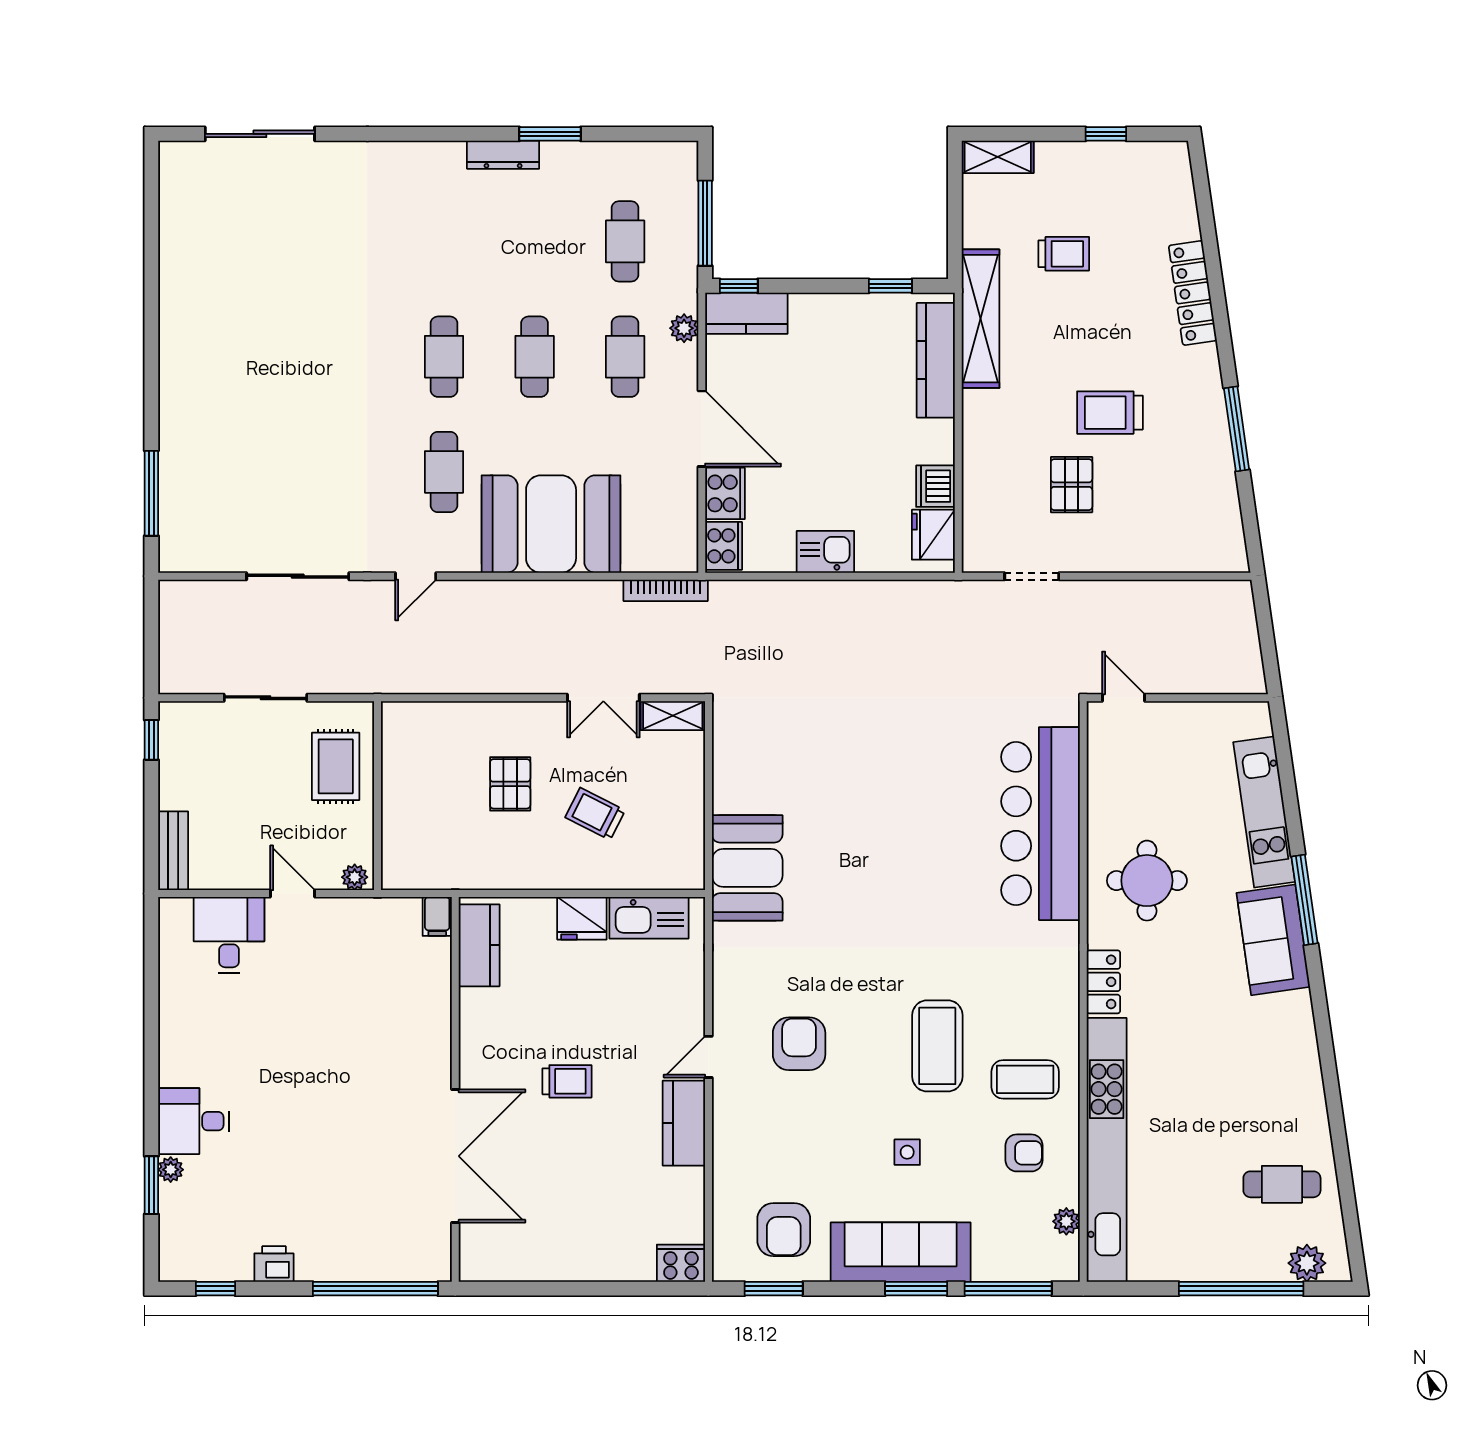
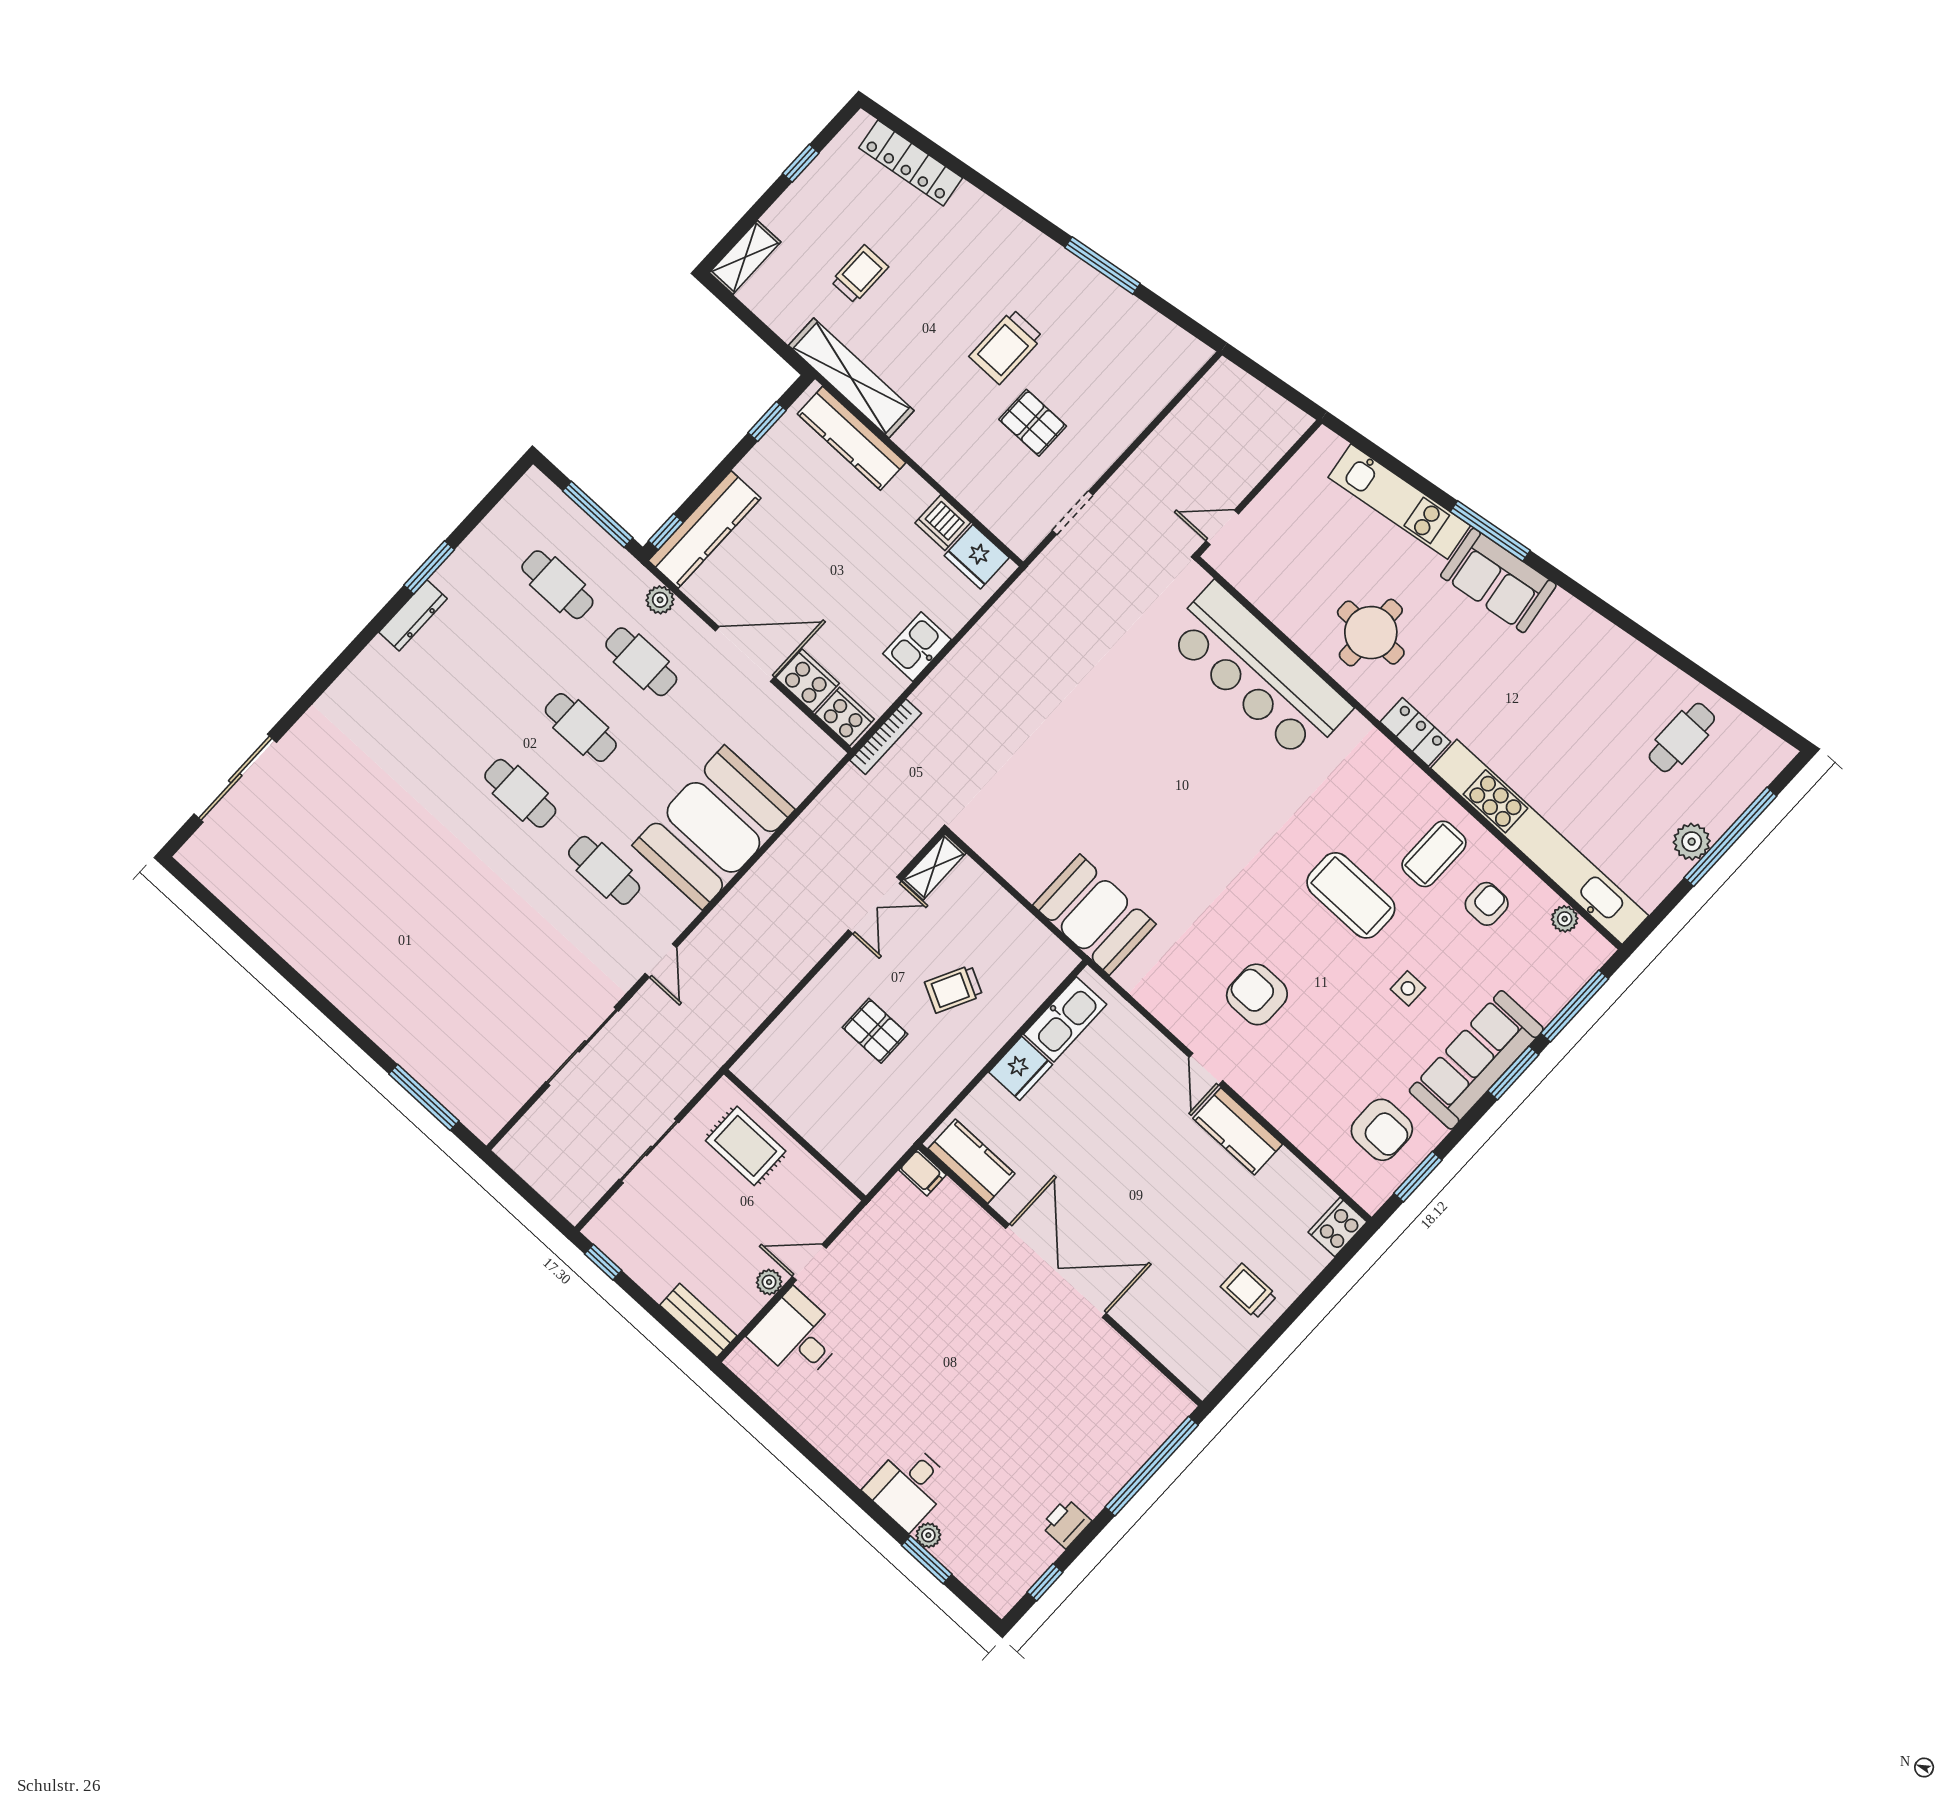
locker: (1193, 293) -> (911, 163), moved
kitchen counter: (746, 313) -> (705, 529), width x1.50
bookcase: (666, 590) -> (886, 737), moved
plant: (355, 877) -> (769, 1282), moved
trolley: (567, 1081) -> (1249, 1291), moved, turned -90
double door: (455, 1156) -> (1056, 1271), moved
plant: (1307, 1263) -> (1692, 842), moved

